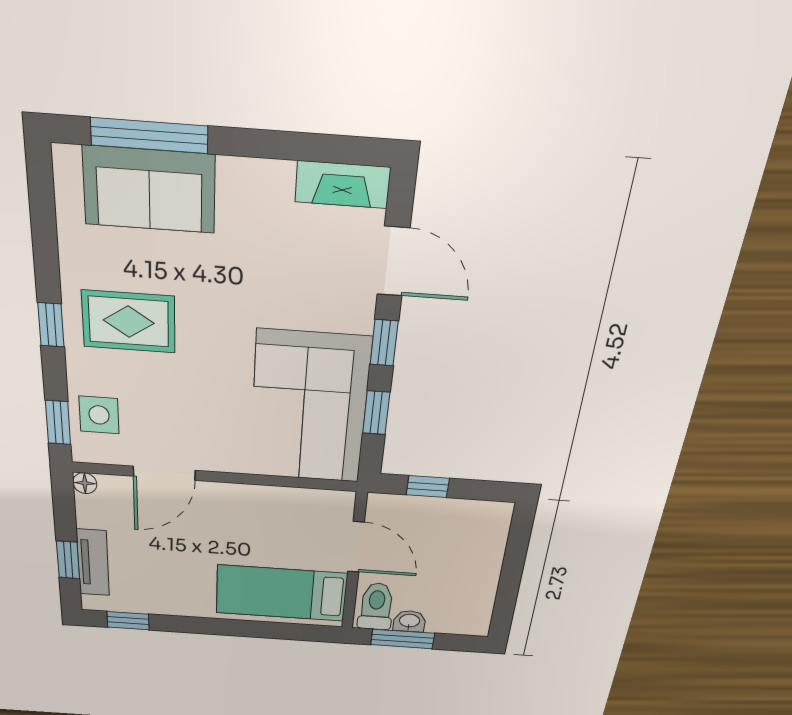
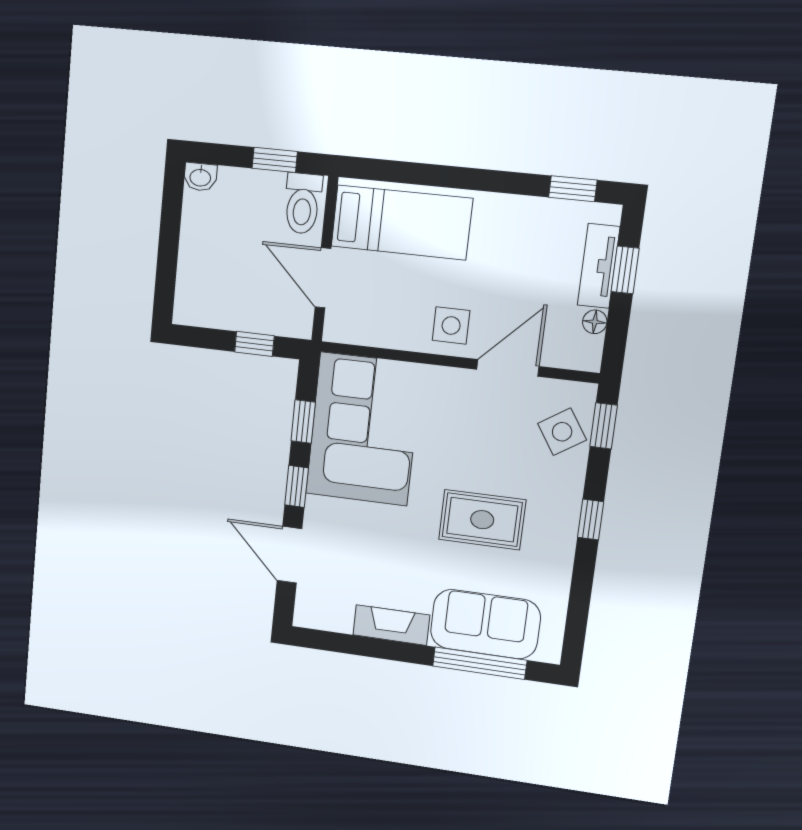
fireplace: (343, 185) -> (391, 625), moved
rug: (129, 322) -> (482, 520), moved
side table: (99, 415) -> (562, 432), turned -33
floor lamp: (85, 483) -> (595, 322), moved
side table: (226, 509) -> (451, 325), added
washbasin: (409, 621) -> (200, 177), moved
window: (403, 639) -> (275, 160), width x0.67

